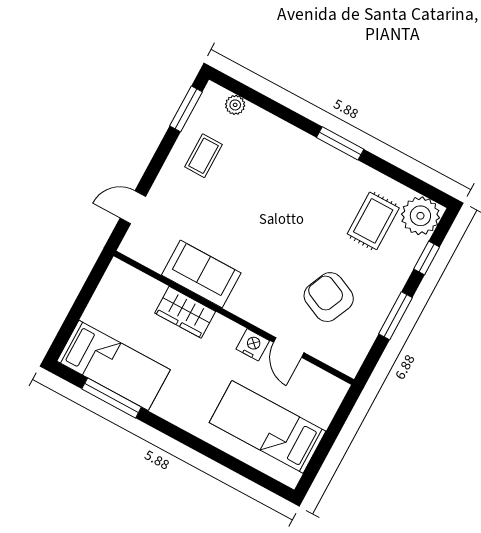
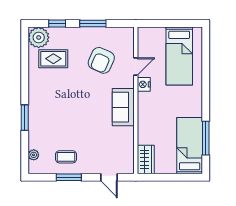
window: (186, 109) -> (69, 177), moved
window: (340, 143) -> (25, 118), moved
sofa: (201, 274) -> (123, 107), moved
wardrobe: (185, 312) -> (146, 160), moved

